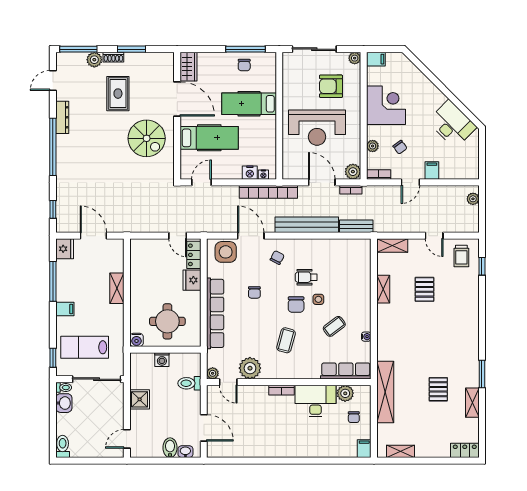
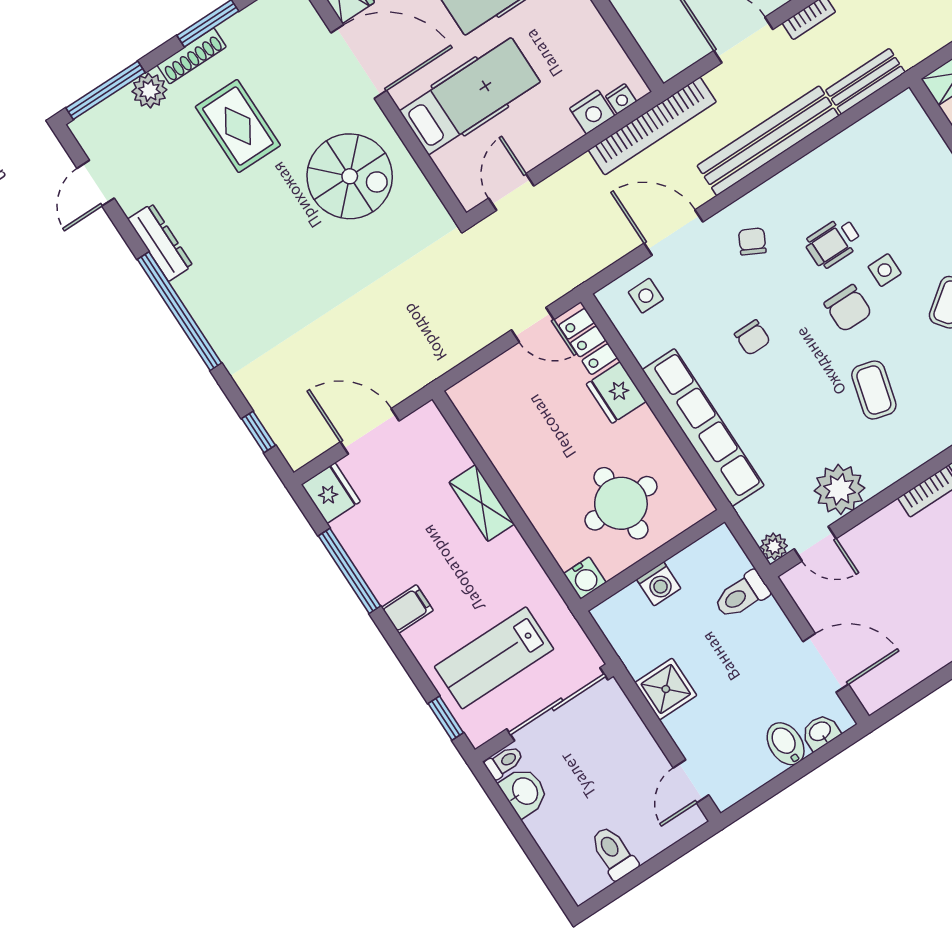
shoe rack: (113, 57) -> (192, 56), width x1.43
side table: (226, 252) -> (646, 296), width x0.54, depth x0.54
toilet: (63, 446) -> (614, 853), moved

